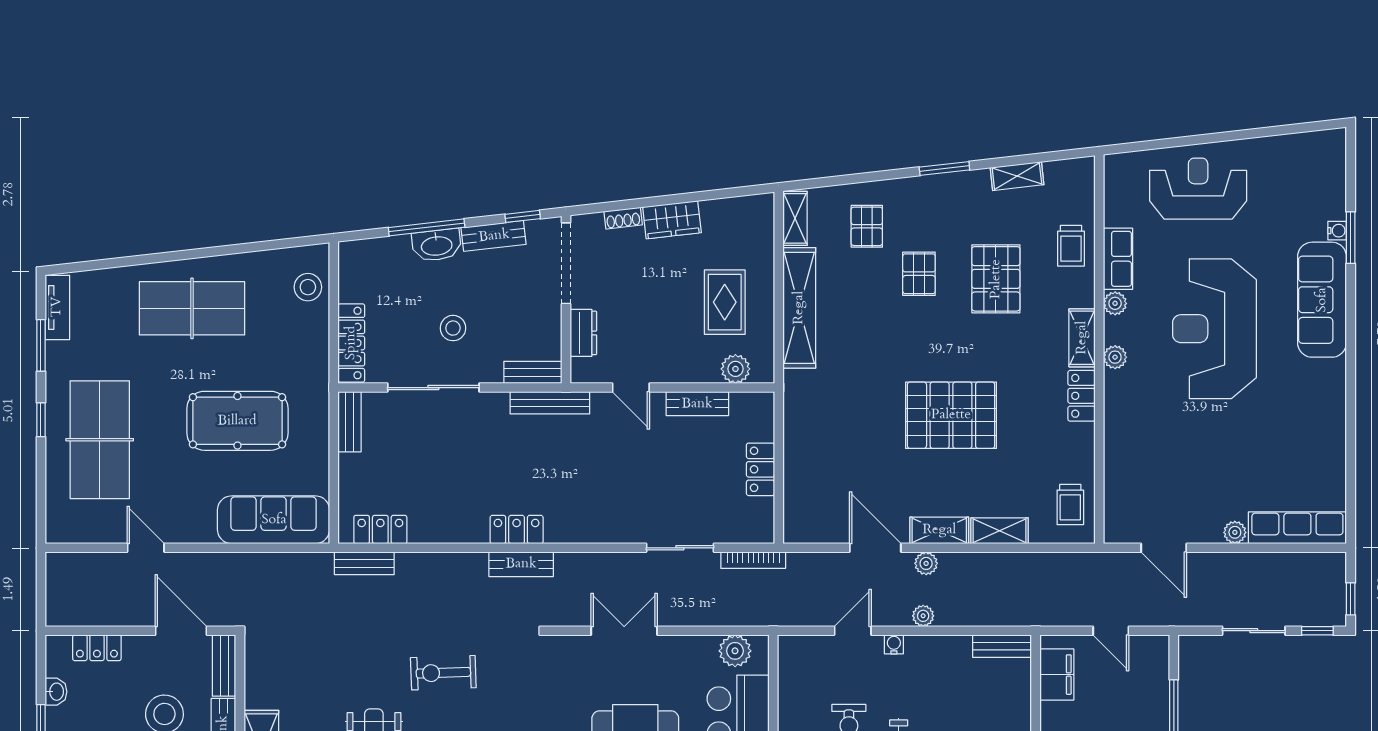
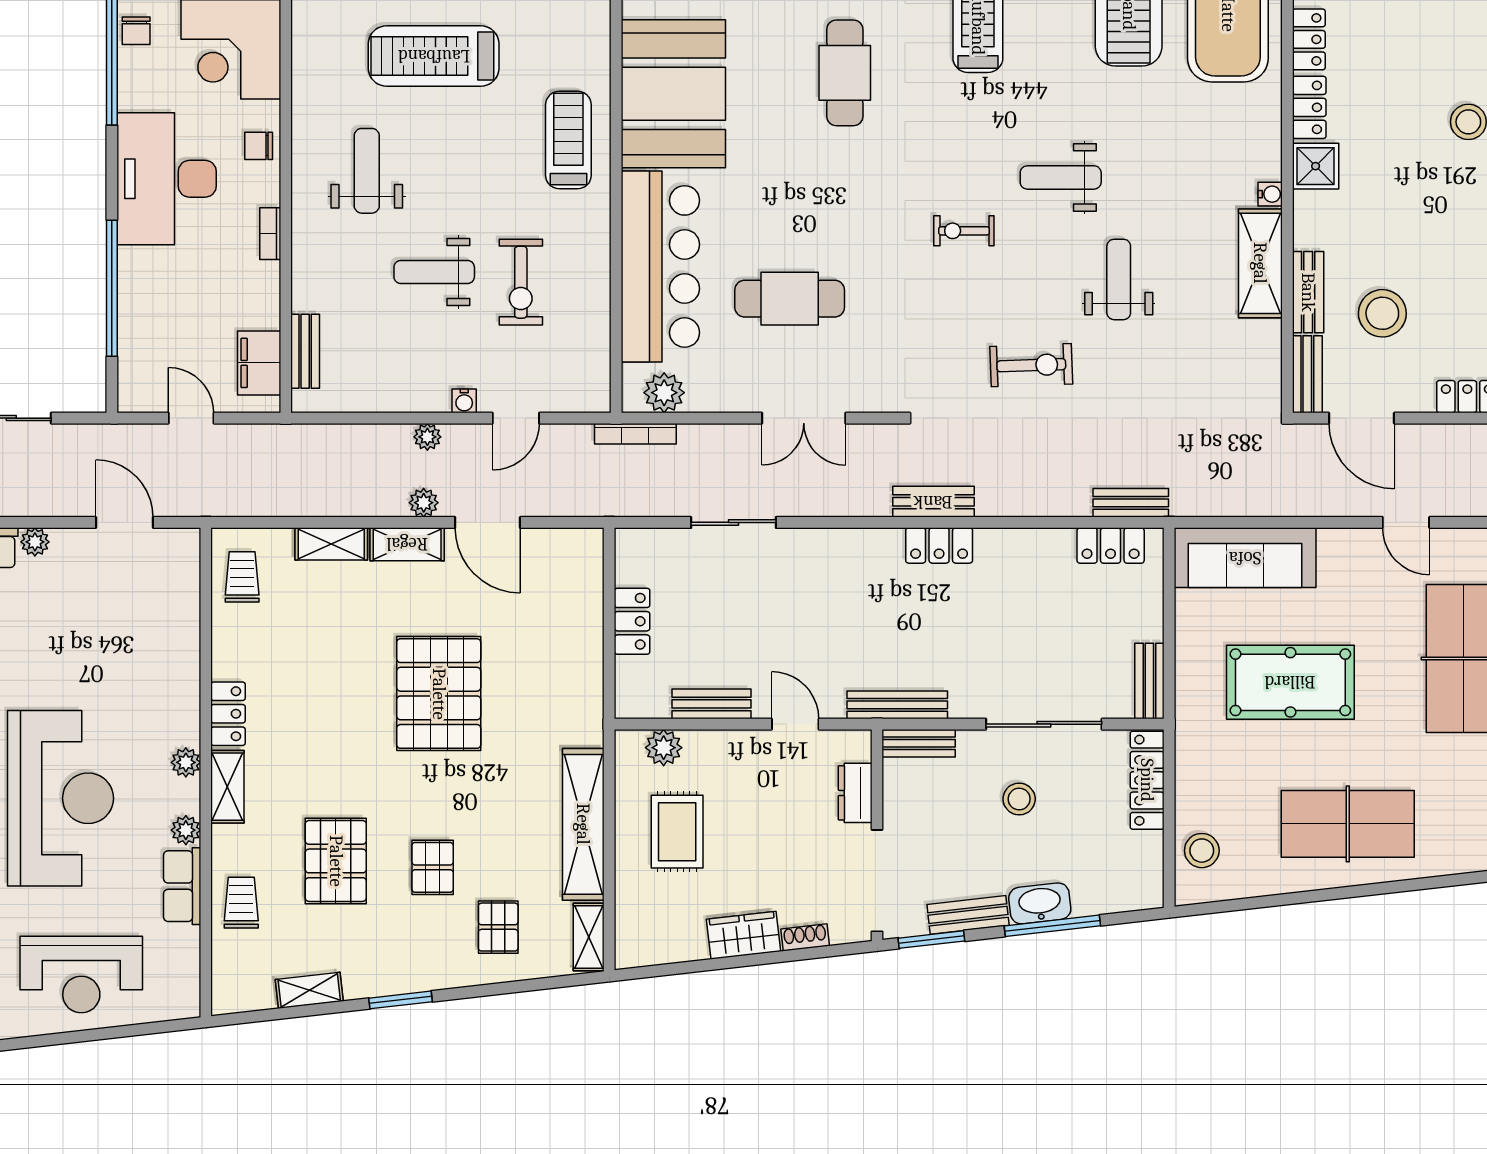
window: (523, 216) -> (931, 940), width x1.50
pallet: (951, 415) -> (439, 694), moved, turned 90
bookcase: (753, 560) -> (635, 434), moved, turned 180
bench: (1002, 646) -> (305, 351), moved, turned 90

